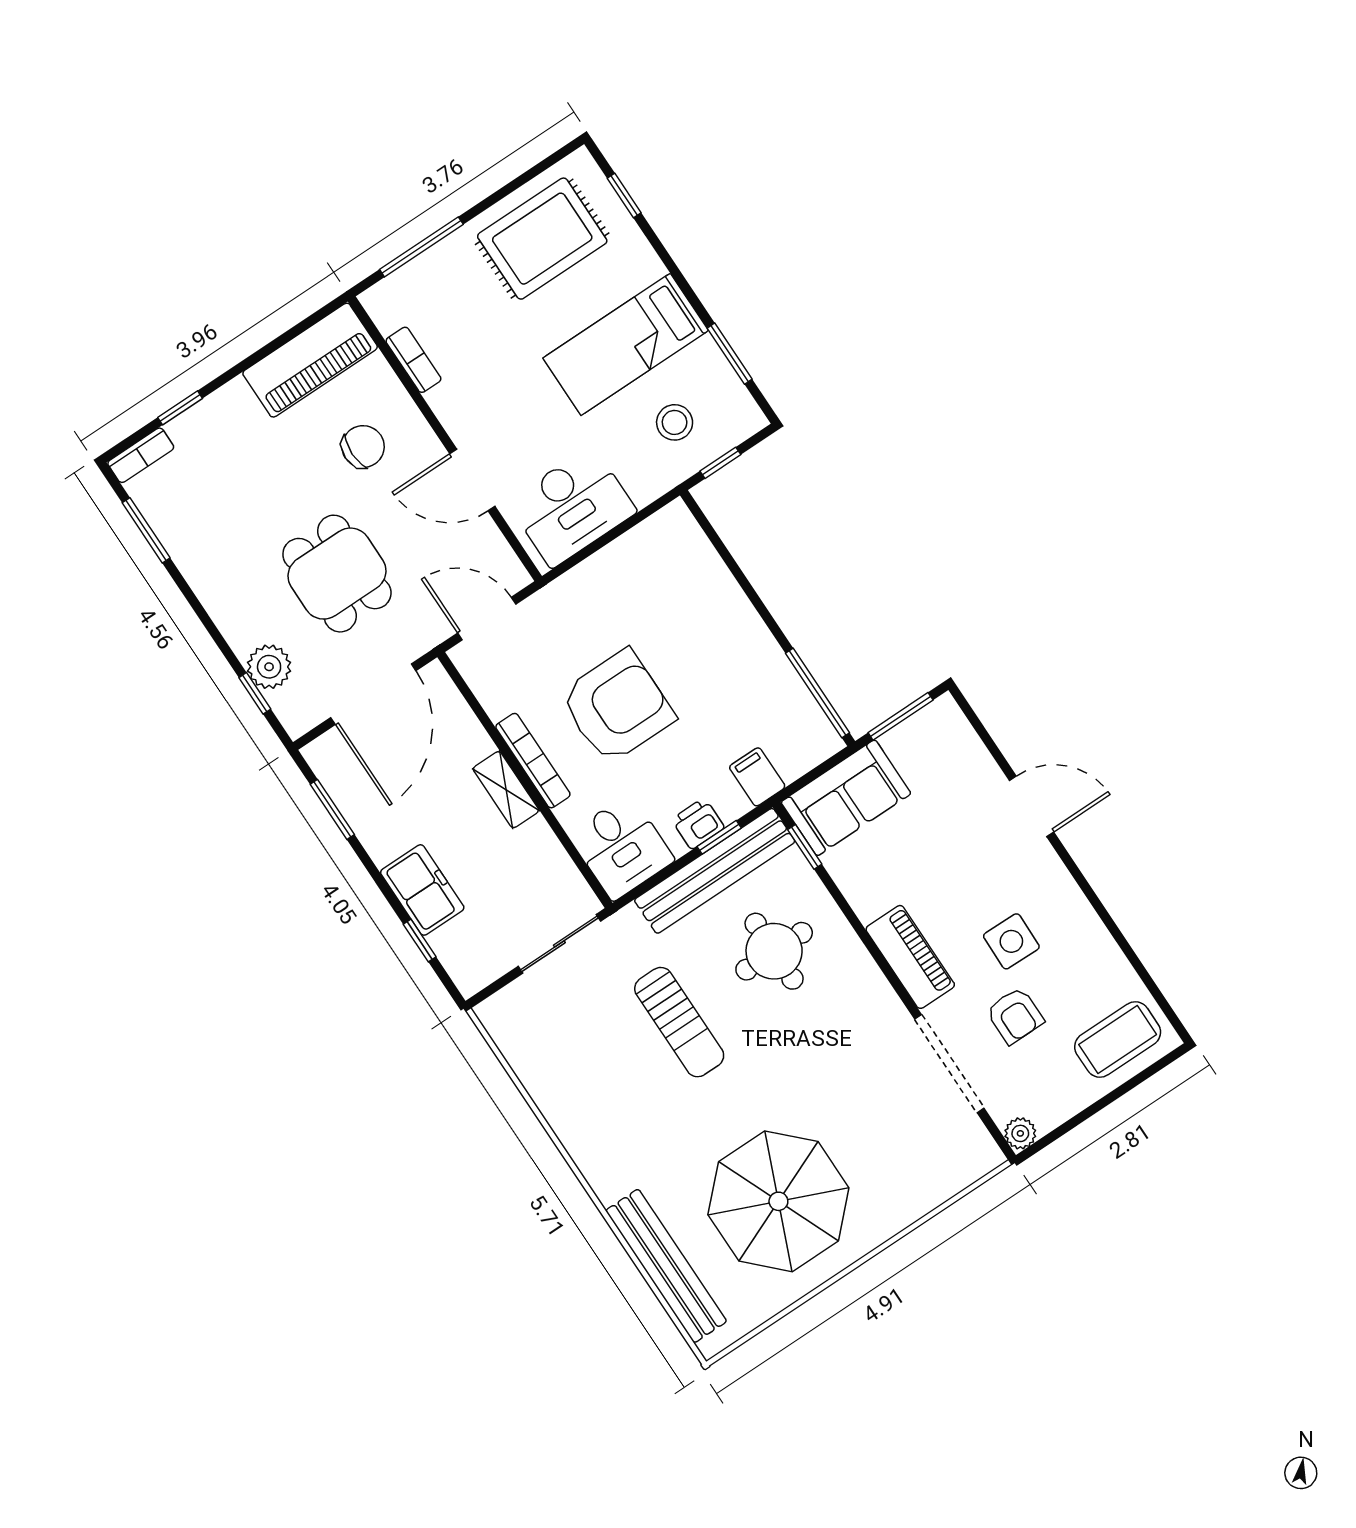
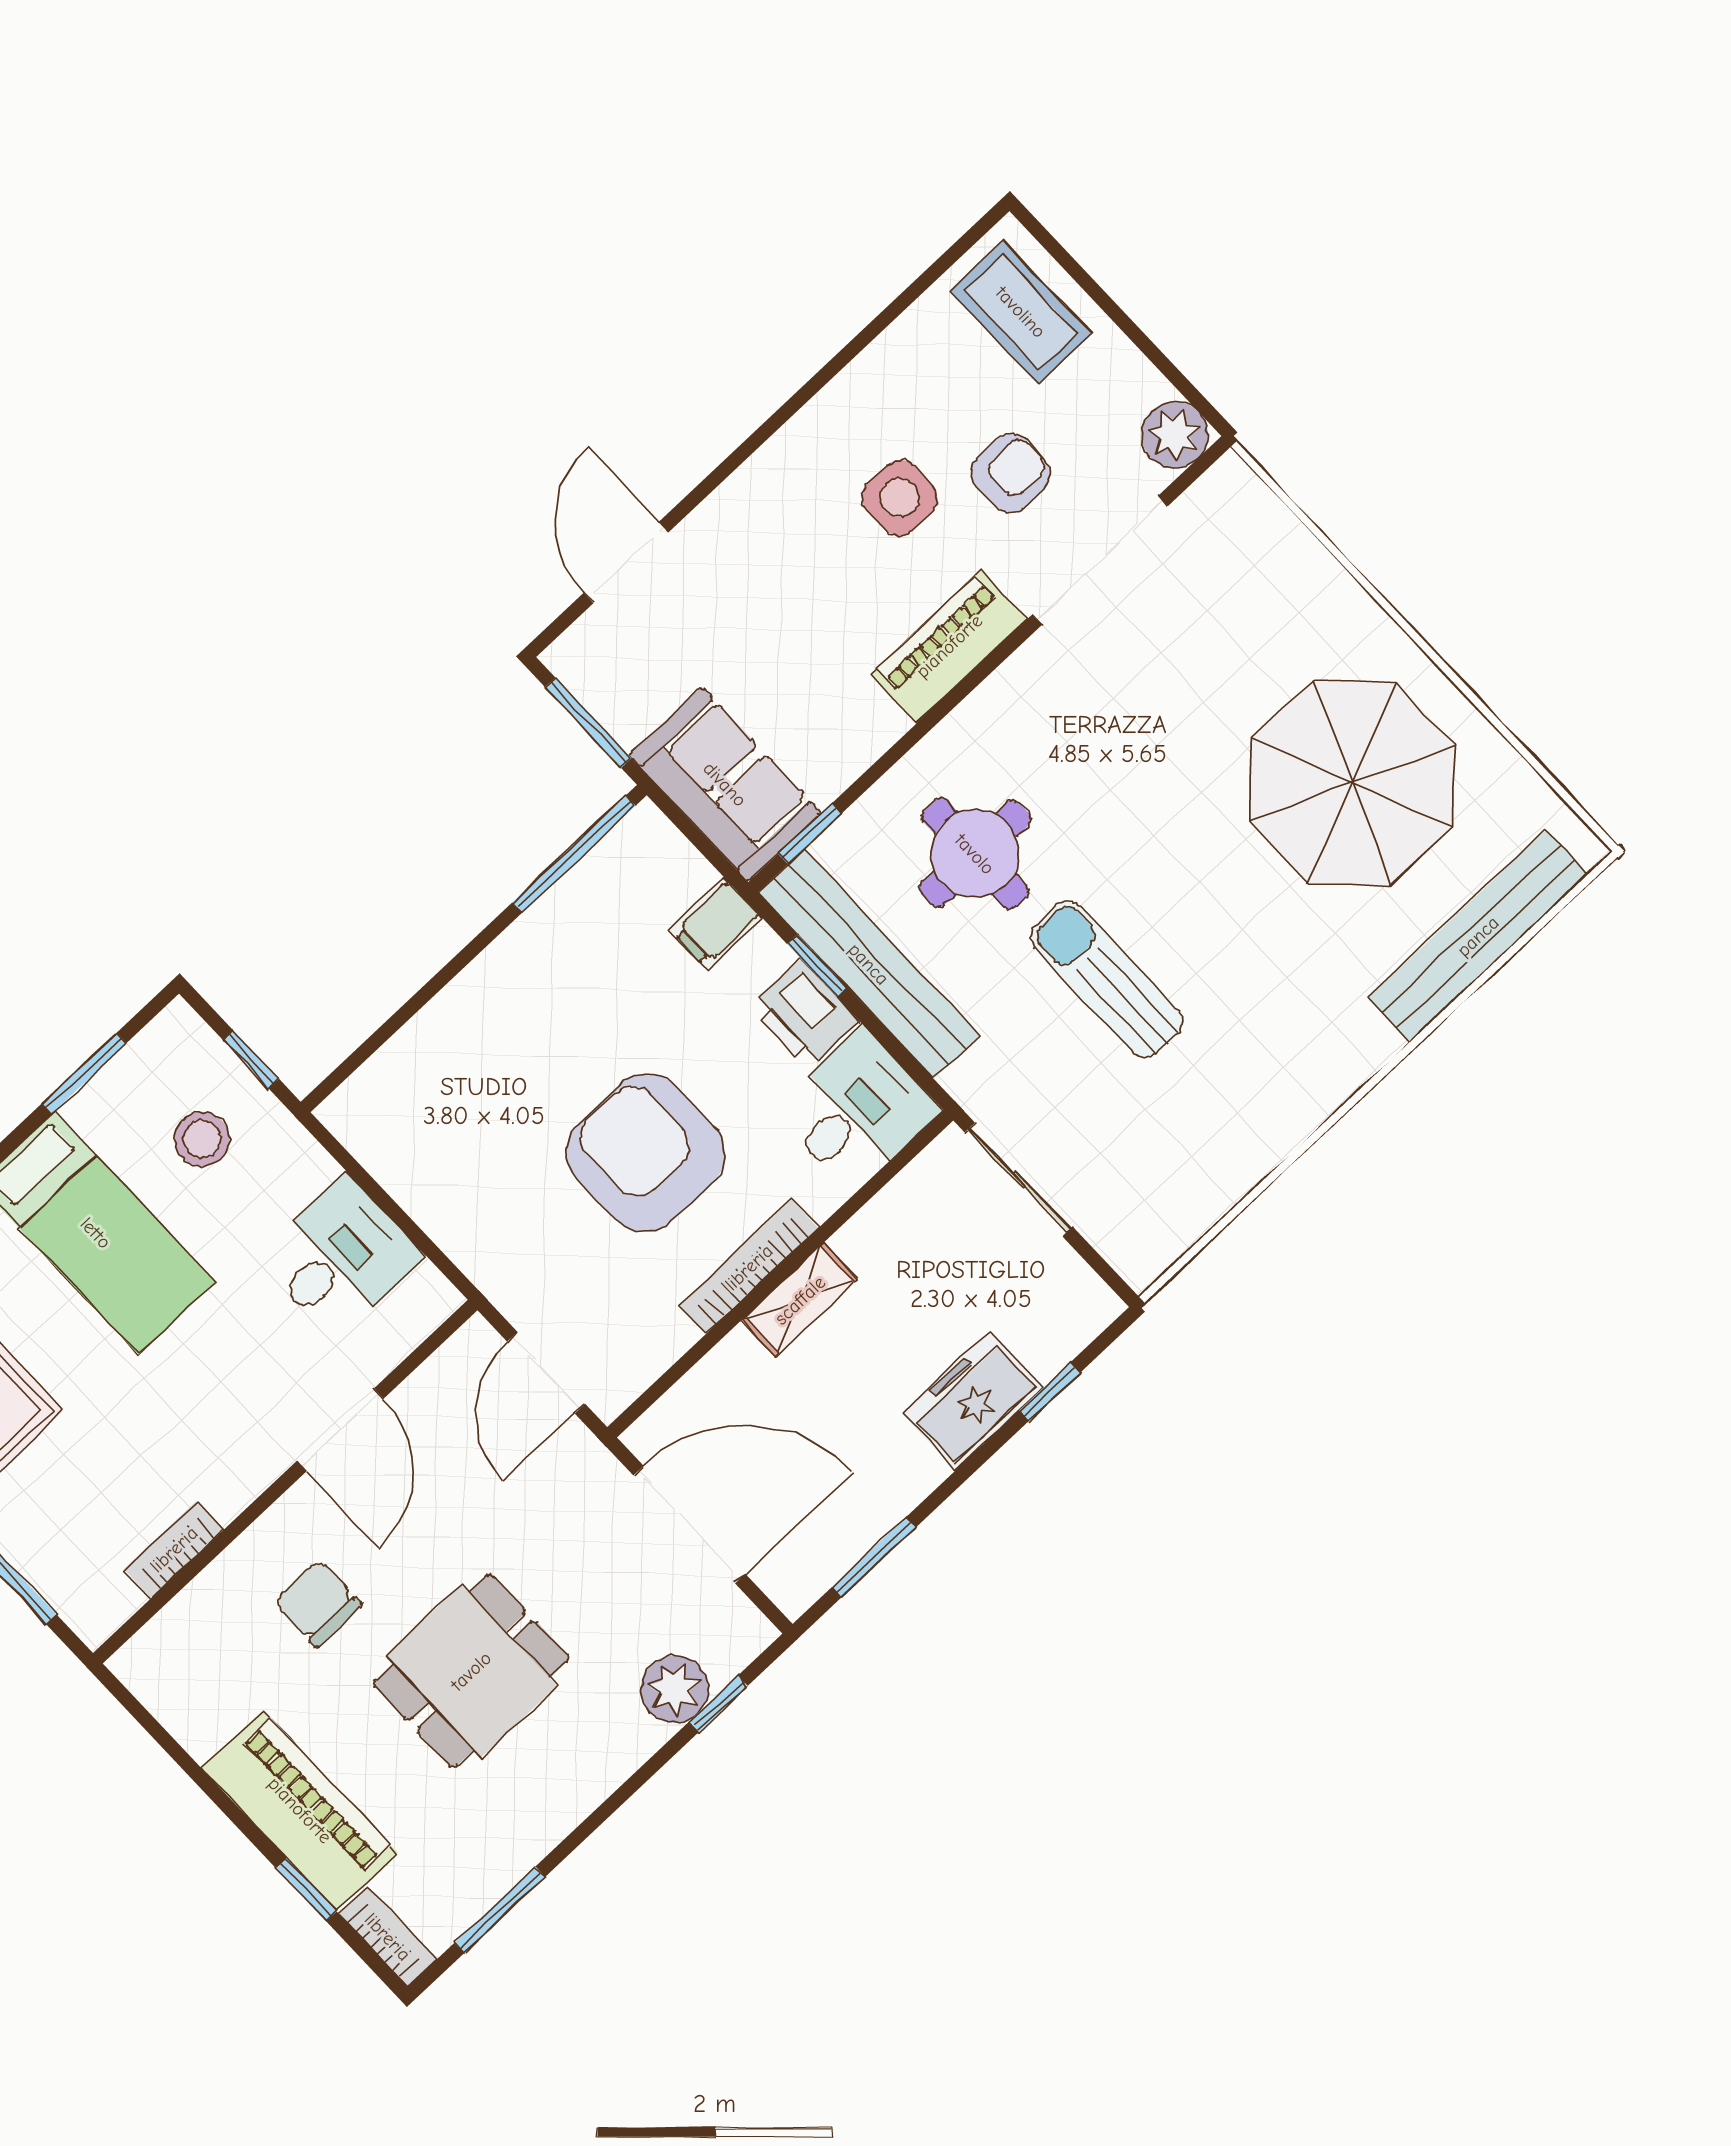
piano: (310, 360) -> (300, 1810), moved
desk: (572, 507) -> (340, 1257), width x0.73
dining table: (337, 574) -> (471, 1671), moved
door: (1032, 806) -> (626, 563), moved
printer: (698, 824) -> (805, 1014), width x1.36, depth x1.24
sun lounger: (679, 1022) -> (1106, 979), turned -90
plant: (1020, 1133) -> (1175, 435), width x1.38, depth x1.38

